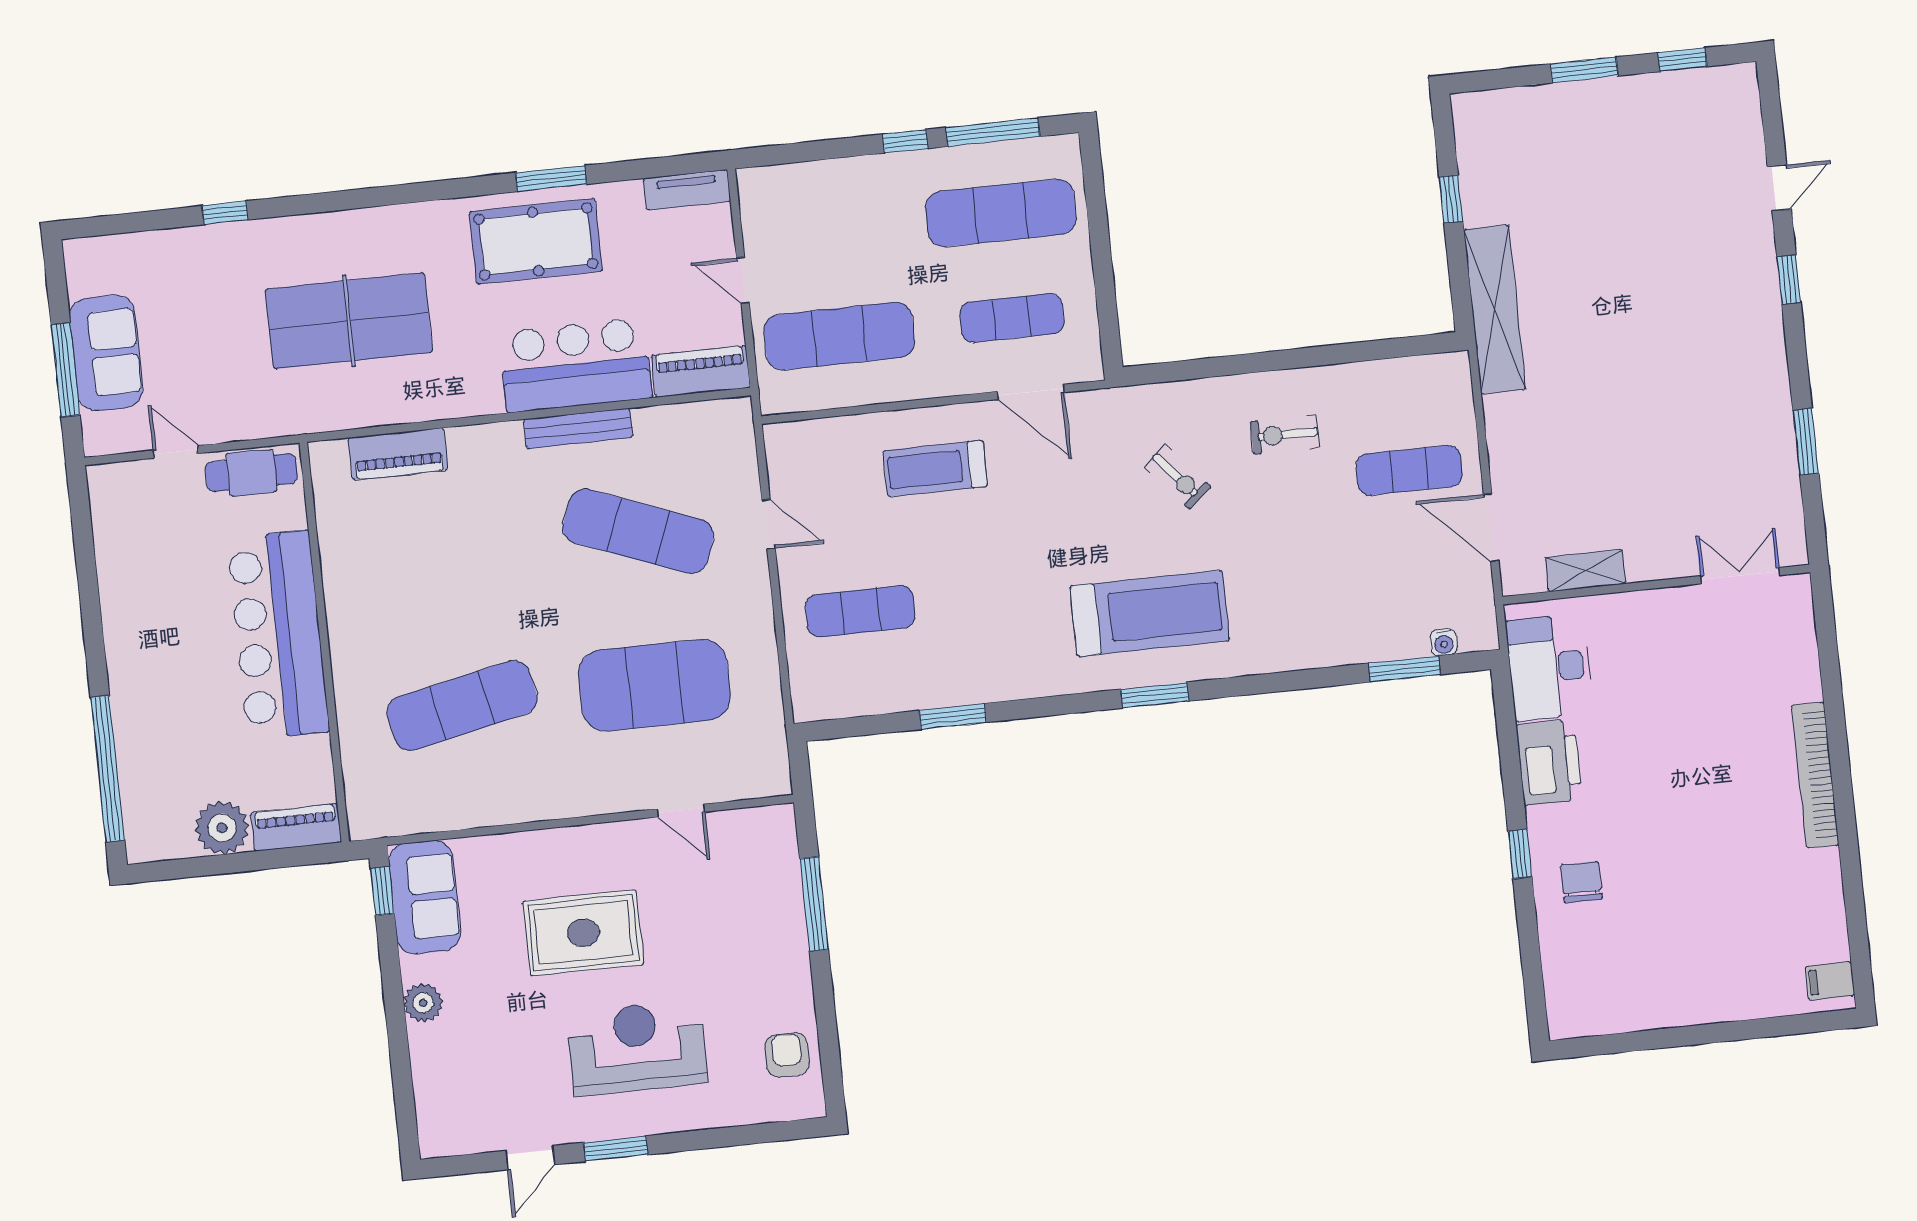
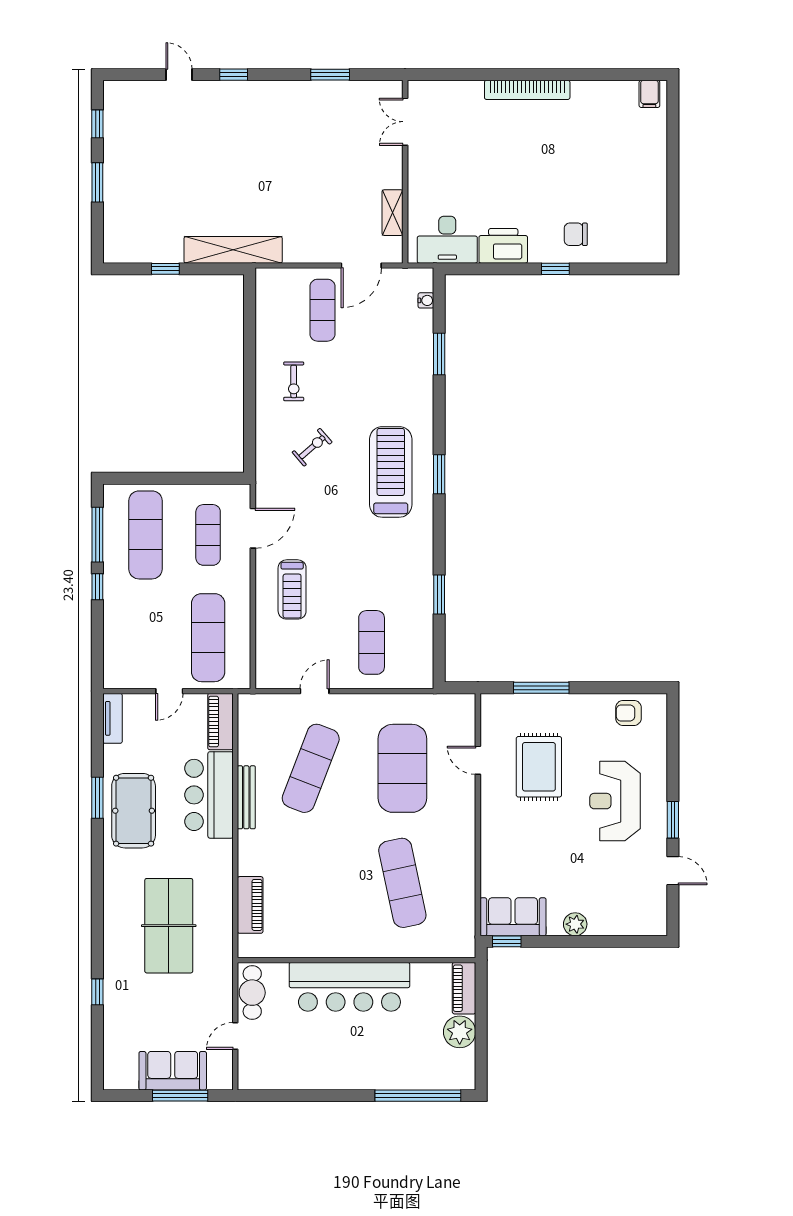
window: (1404, 669) -> (439, 354), moved
door: (681, 810) -> (478, 760), swing flipped
rug: (583, 933) -> (539, 767), moved

